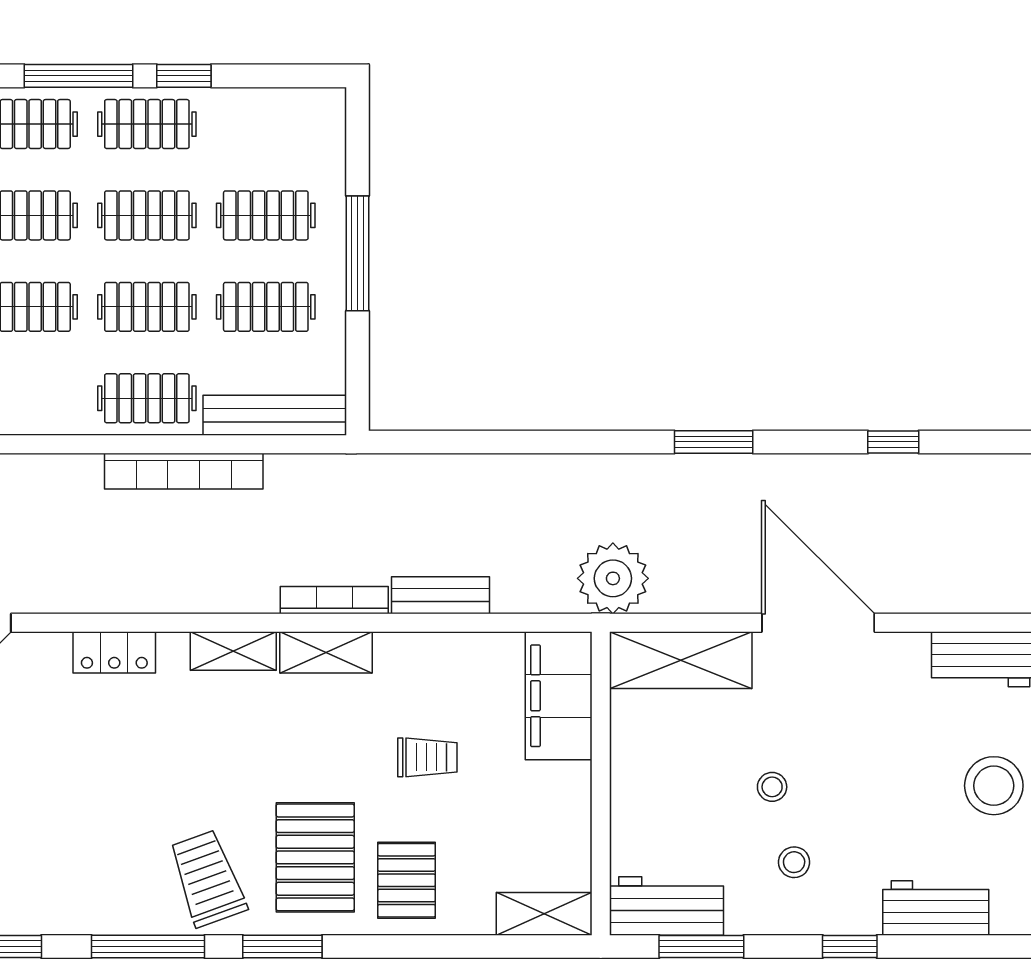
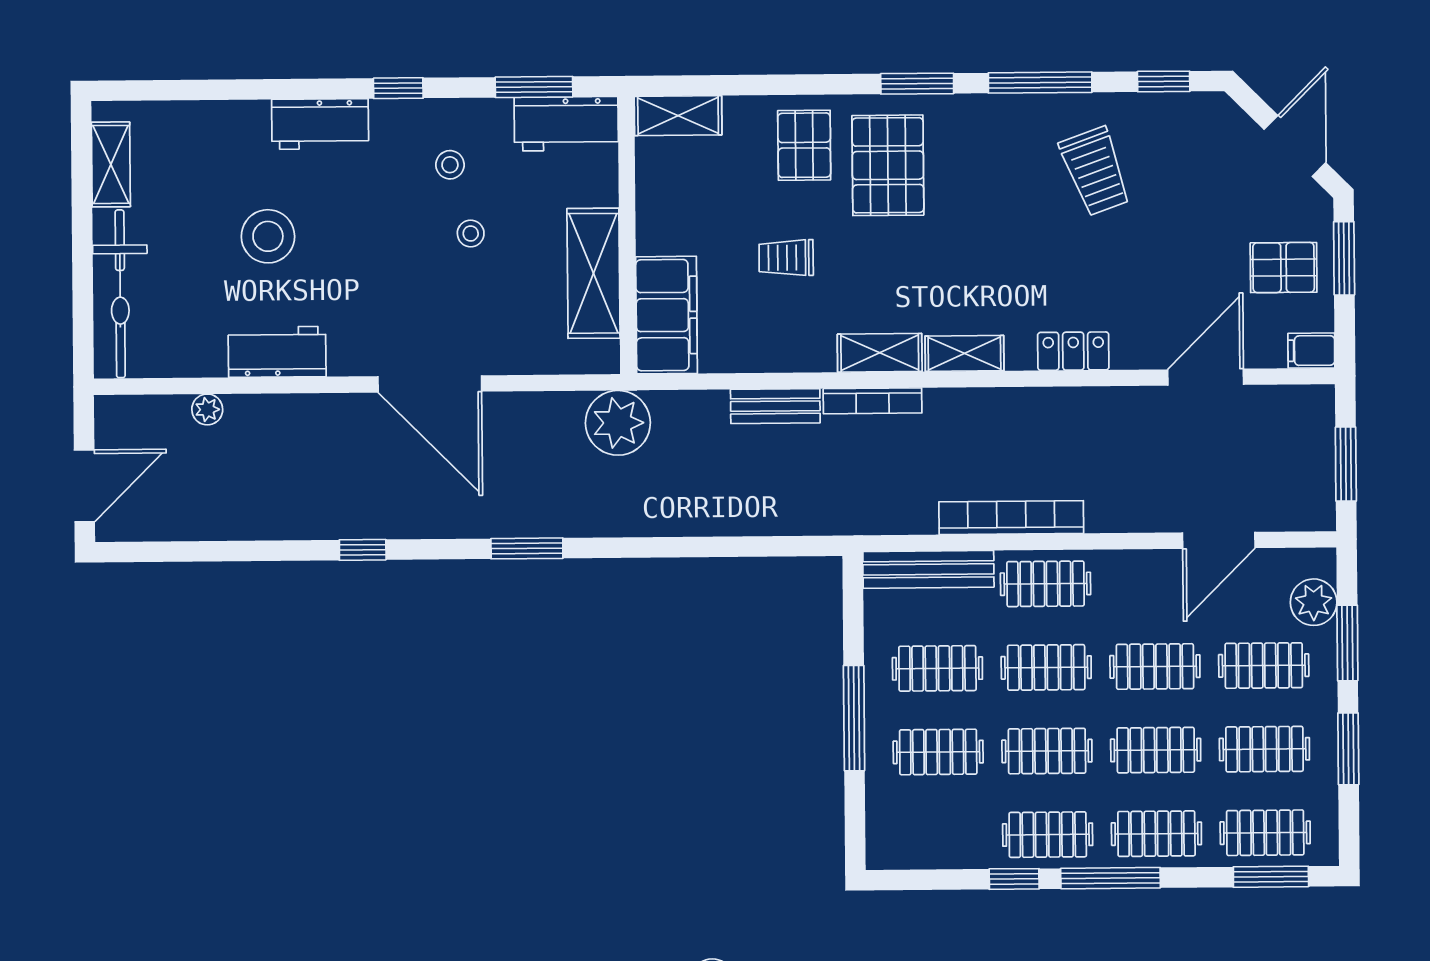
shelving: (681, 660) -> (593, 273), moved, turned 90
trolley: (208, 879) -> (1095, 171), moved

